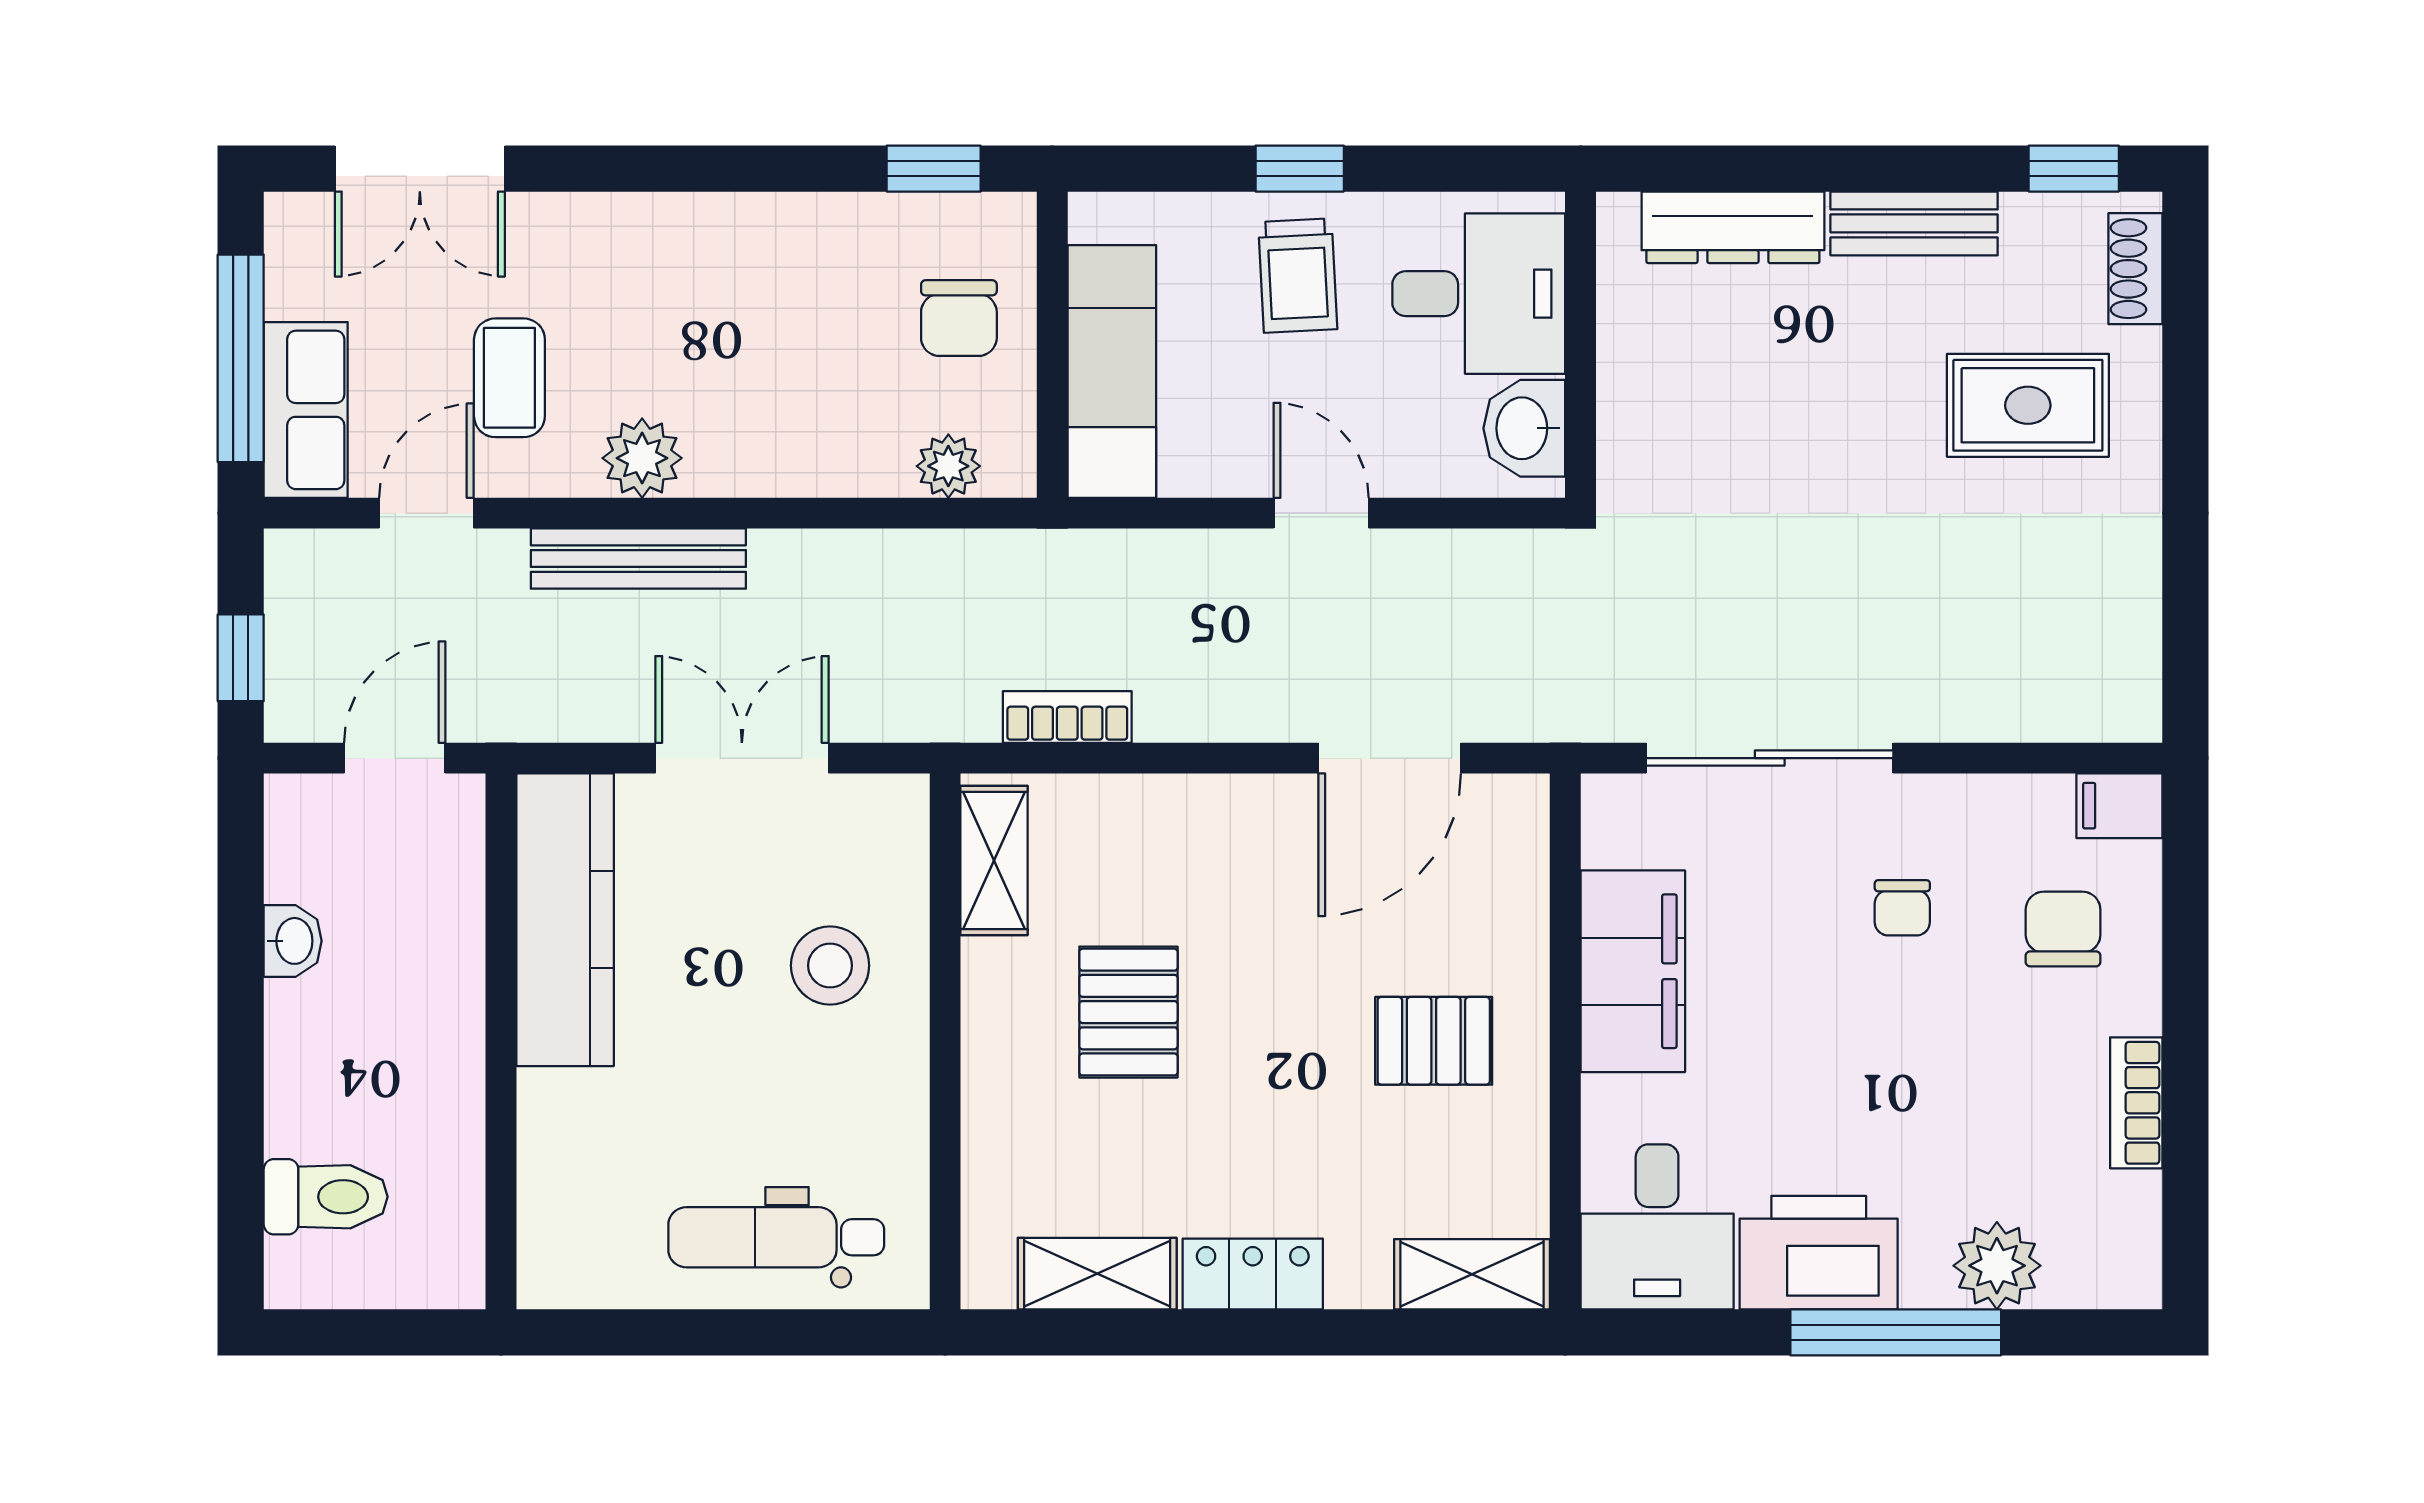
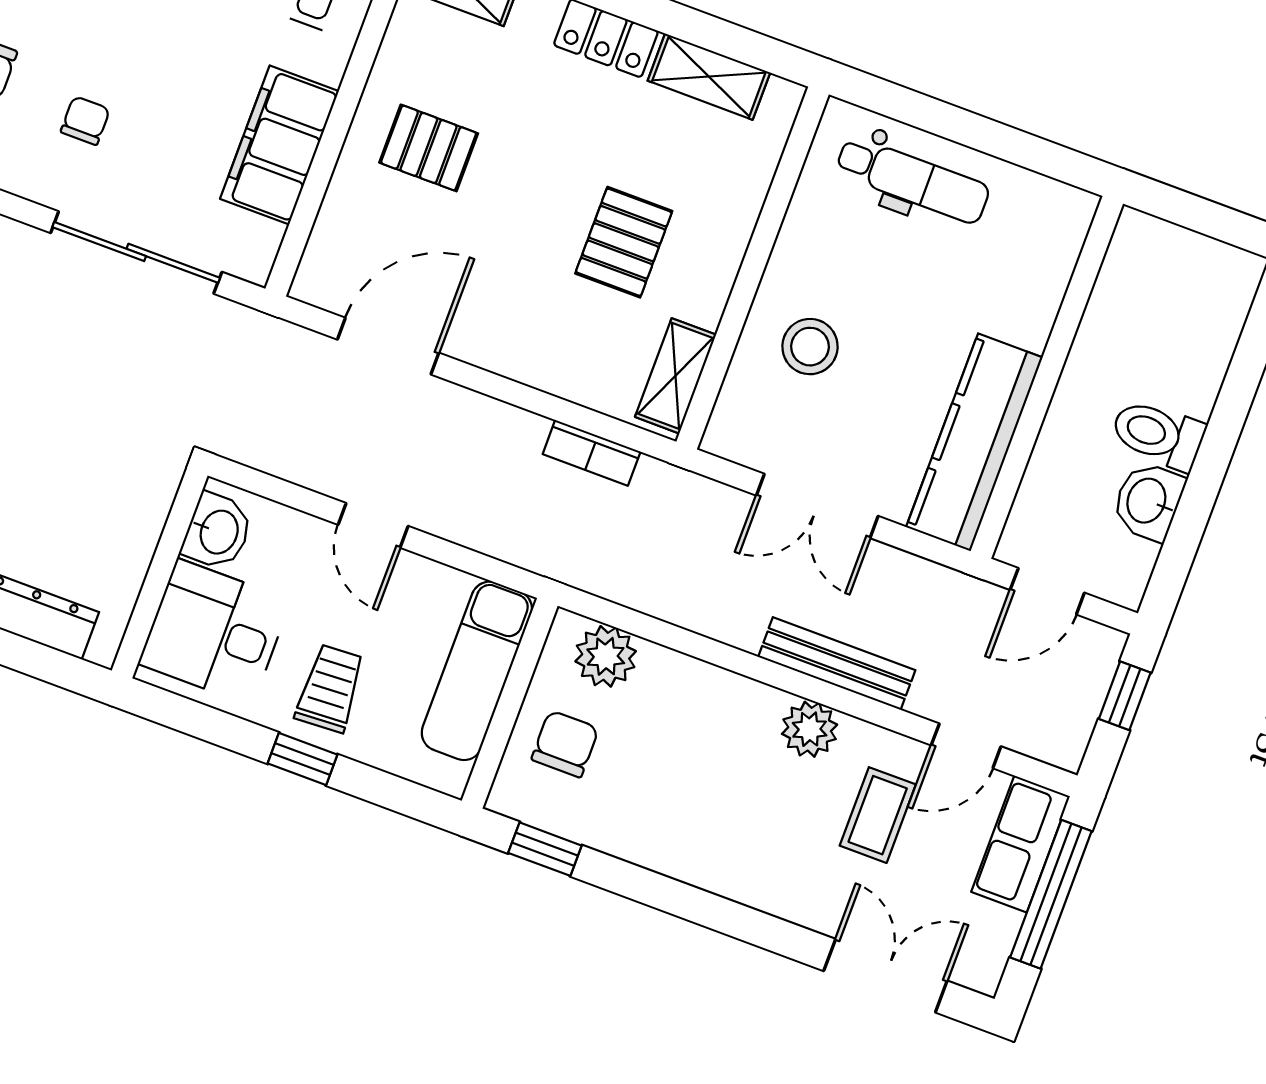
plant: (948, 466) -> (606, 656), width x1.38, depth x1.38
washbasin: (293, 941) -> (1148, 501), width x1.38, depth x1.45
toilet: (326, 1197) -> (1158, 434), moved

